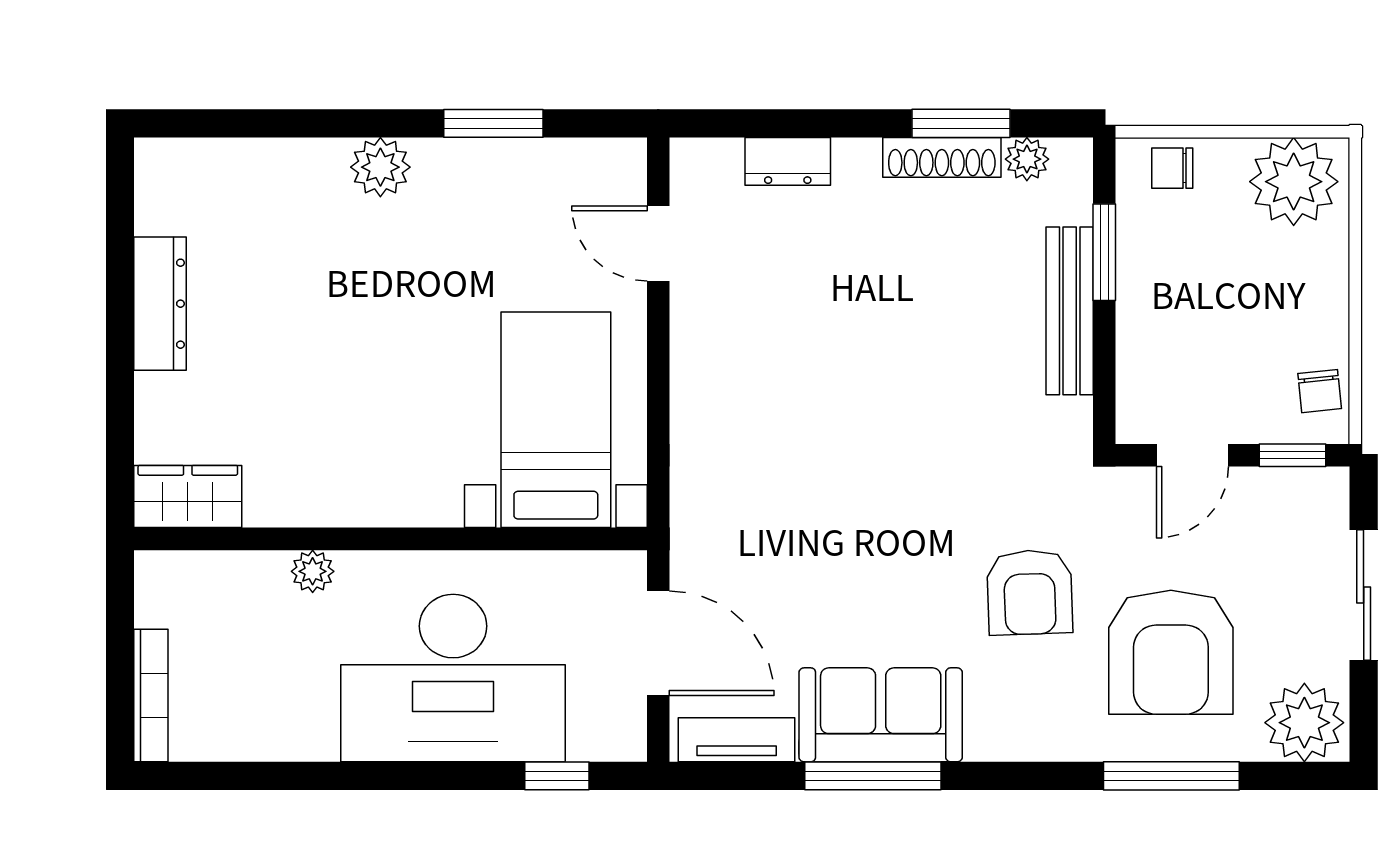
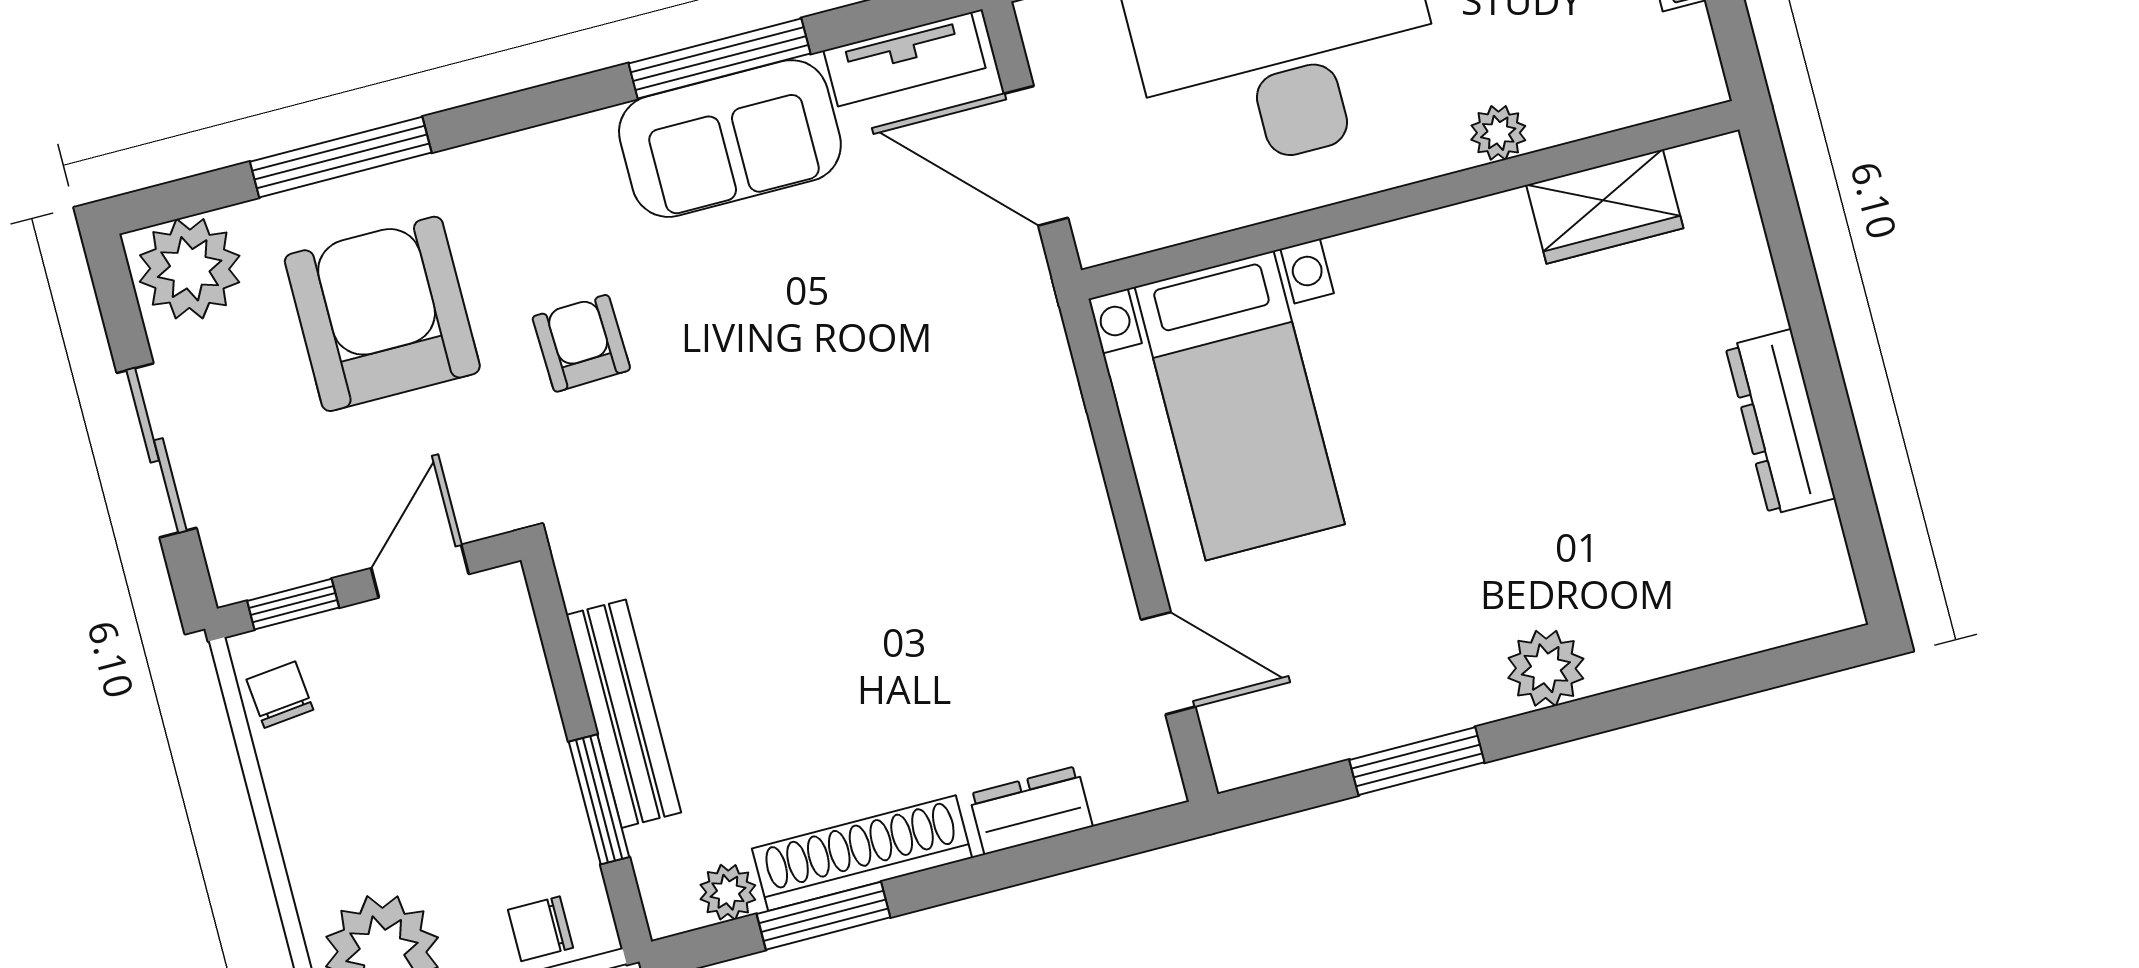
shoe rack: (942, 157) -> (862, 853), width x1.36, depth x1.24
chair: (1172, 168) -> (540, 929), turned 180
wardrobe: (188, 497) -> (1605, 207), moved
armchair: (1030, 592) -> (581, 343), width x0.72, depth x0.72

